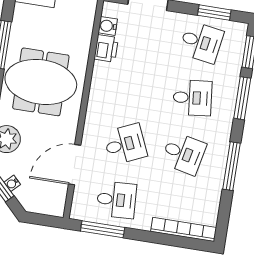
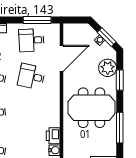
desk: (125, 144) -> (31, 77), turned 36

